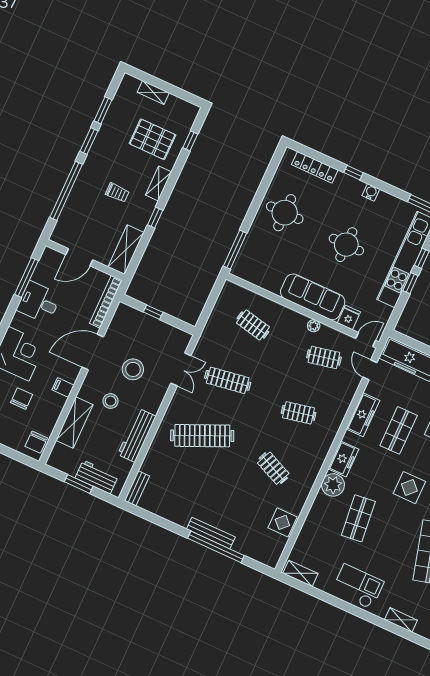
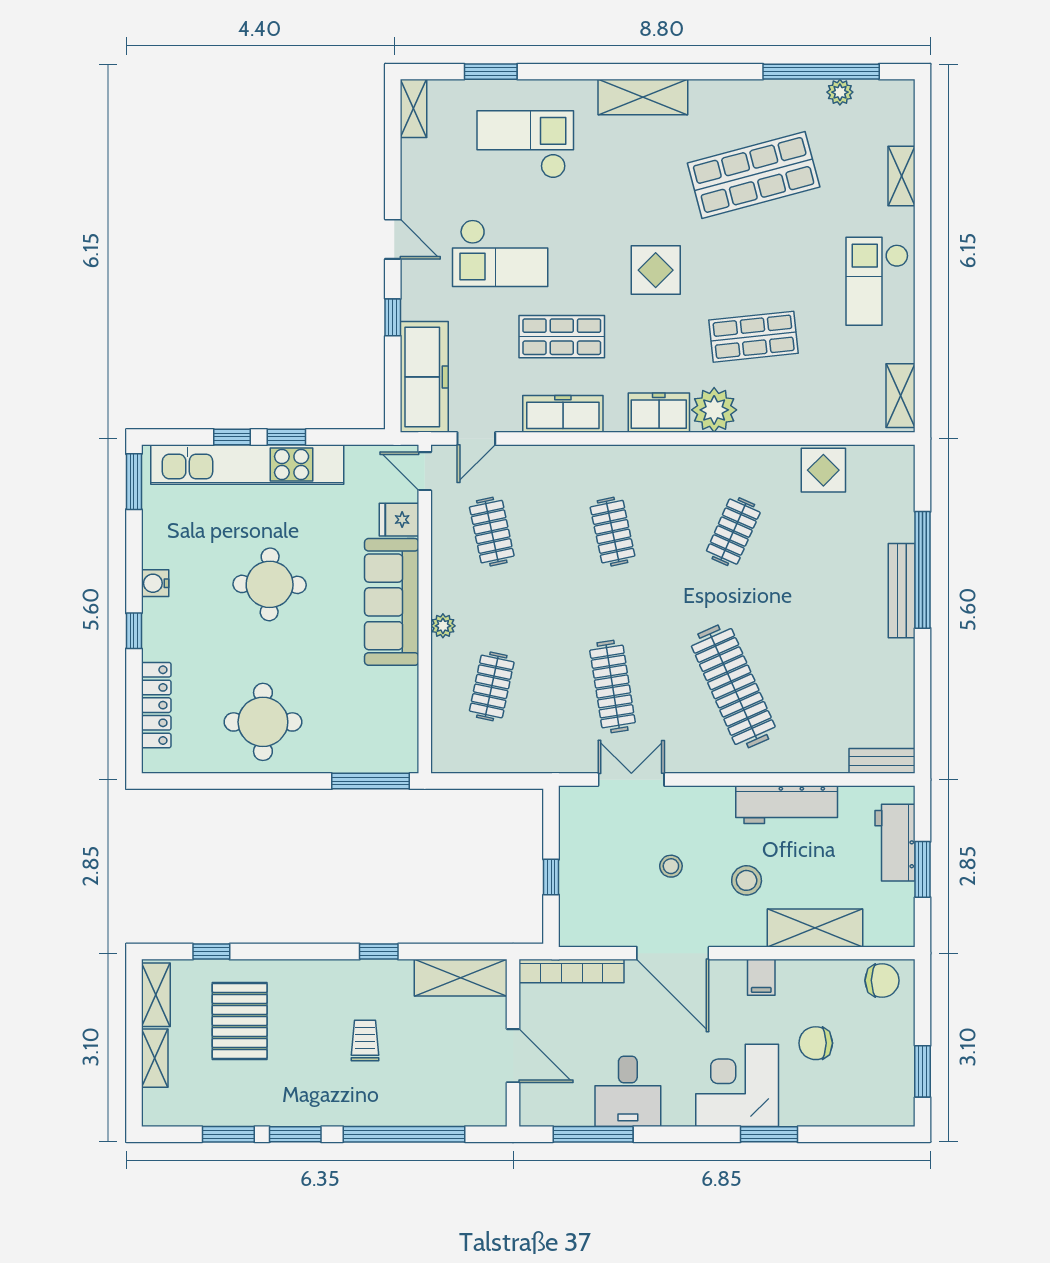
shelving: (159, 184) -> (156, 995), moved, turned 90
plant: (314, 326) -> (443, 626), moved
stool: (133, 369) -> (671, 866), width x0.53, depth x0.53

